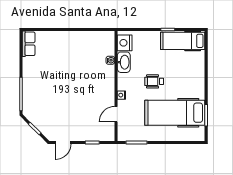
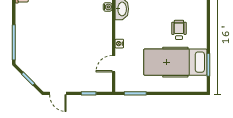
wheelchair: (154, 81) -> (179, 30), moved, turned 90
door: (63, 142) -> (58, 93), hinge flipped

